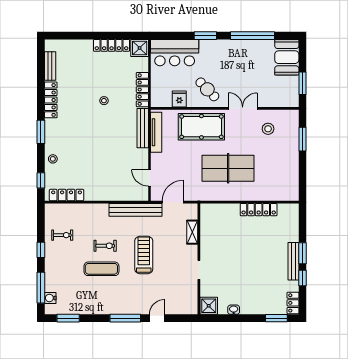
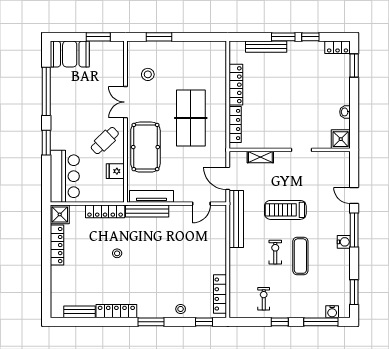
locker: (222, 209) -> (235, 124), added
bench: (294, 261) -> (266, 47), moved
water cooler: (114, 309) -> (344, 242), added

